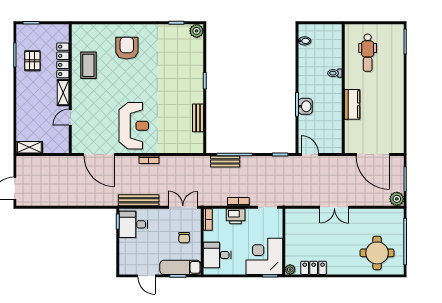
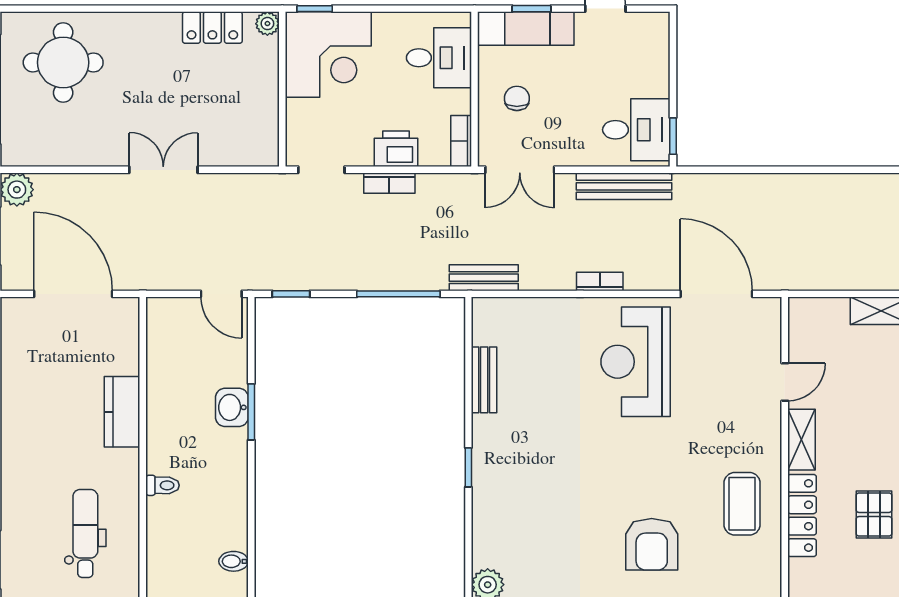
bench: (225, 161) -> (484, 278), moved

